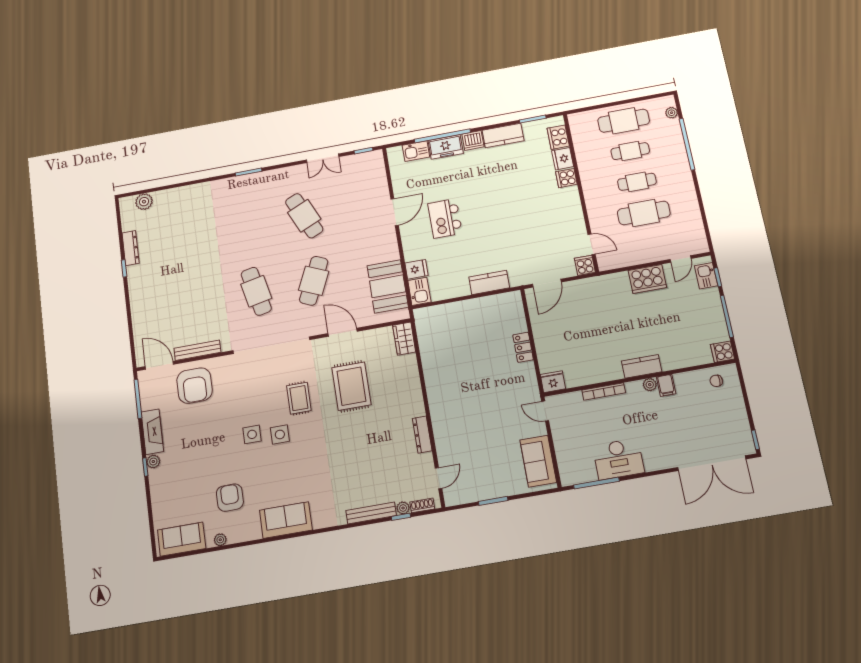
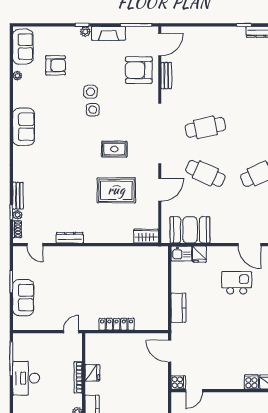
locker: (523, 347) -> (117, 324), width x1.53
bench: (197, 350) -> (166, 76), width x0.73
fridge: (553, 382) -> (92, 373), moved
side table: (280, 434) -> (91, 92), moved
sofa: (538, 461) -> (23, 298), moved, turned 90
armchair: (230, 498) -> (55, 65), moved
bench: (371, 513) -> (18, 196), width x0.73

